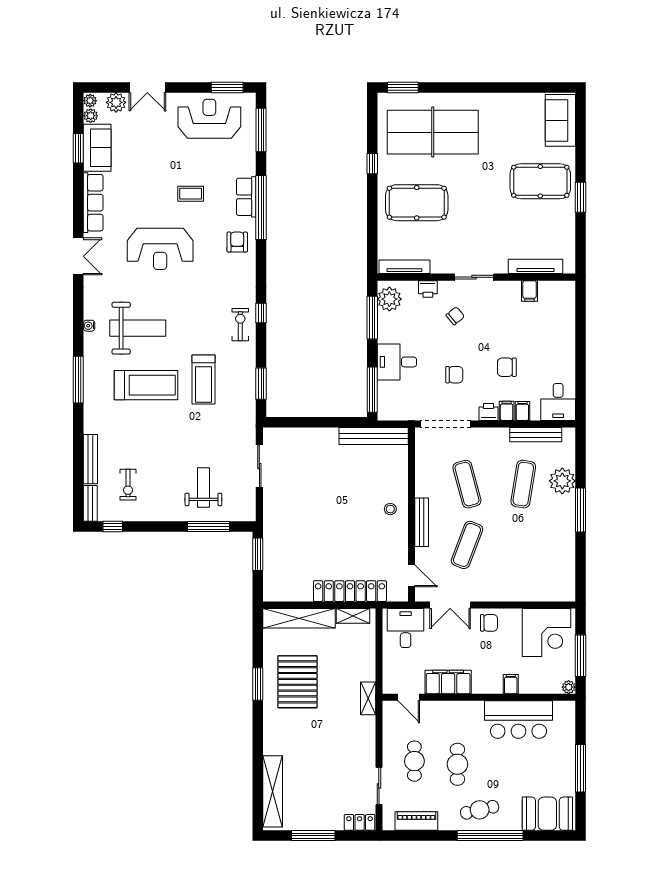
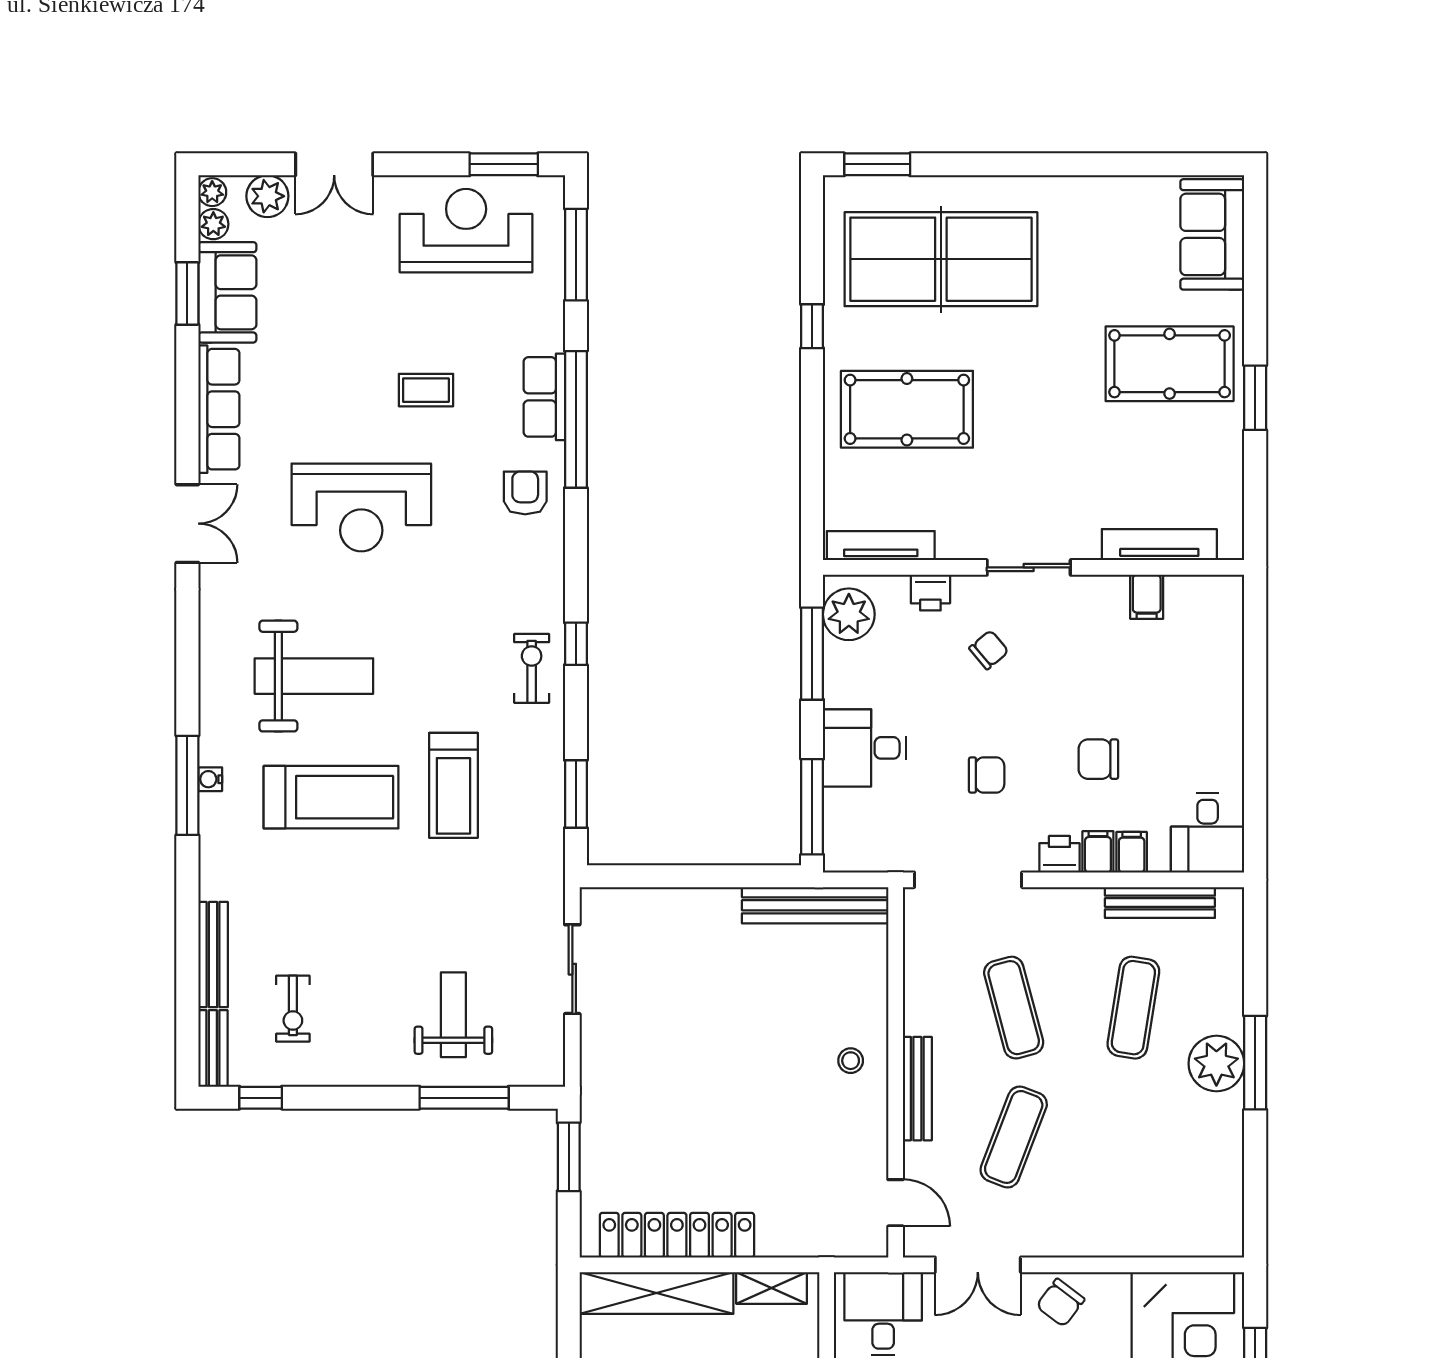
water cooler: (89, 326) -> (210, 779), moved
plant: (562, 481) -> (1216, 1064), moved
locker: (350, 591) -> (677, 1235), moved
chair: (489, 623) -> (1060, 1303), turned 127

